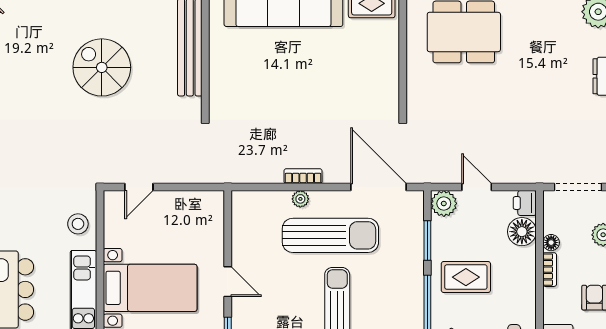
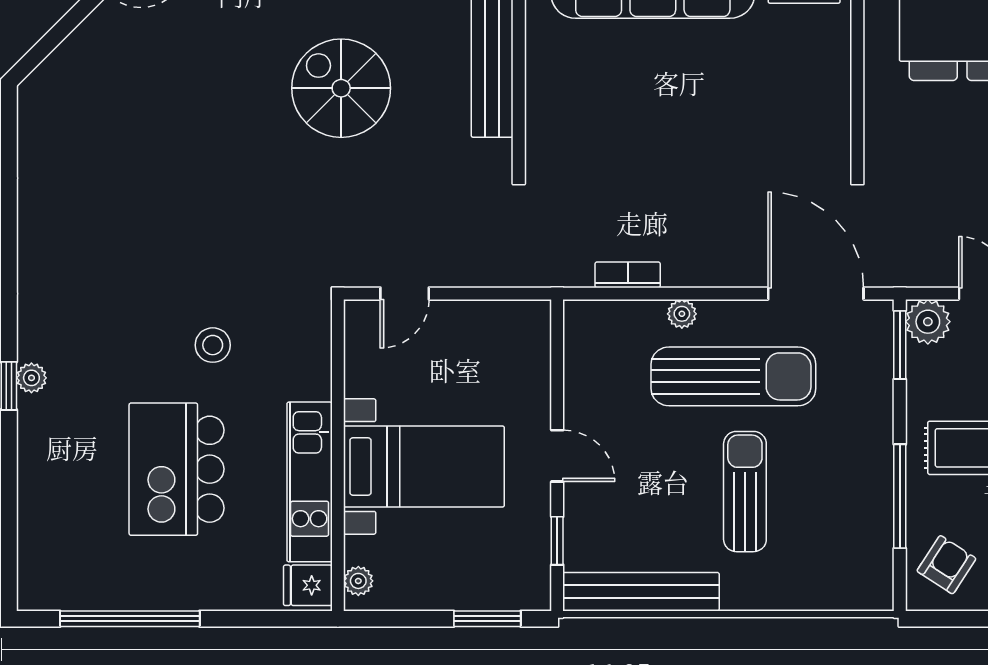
bookcase: (303, 176) -> (628, 275), moved
stool: (78, 224) -> (213, 345), moved
window: (427, 240) -> (900, 345), moved

